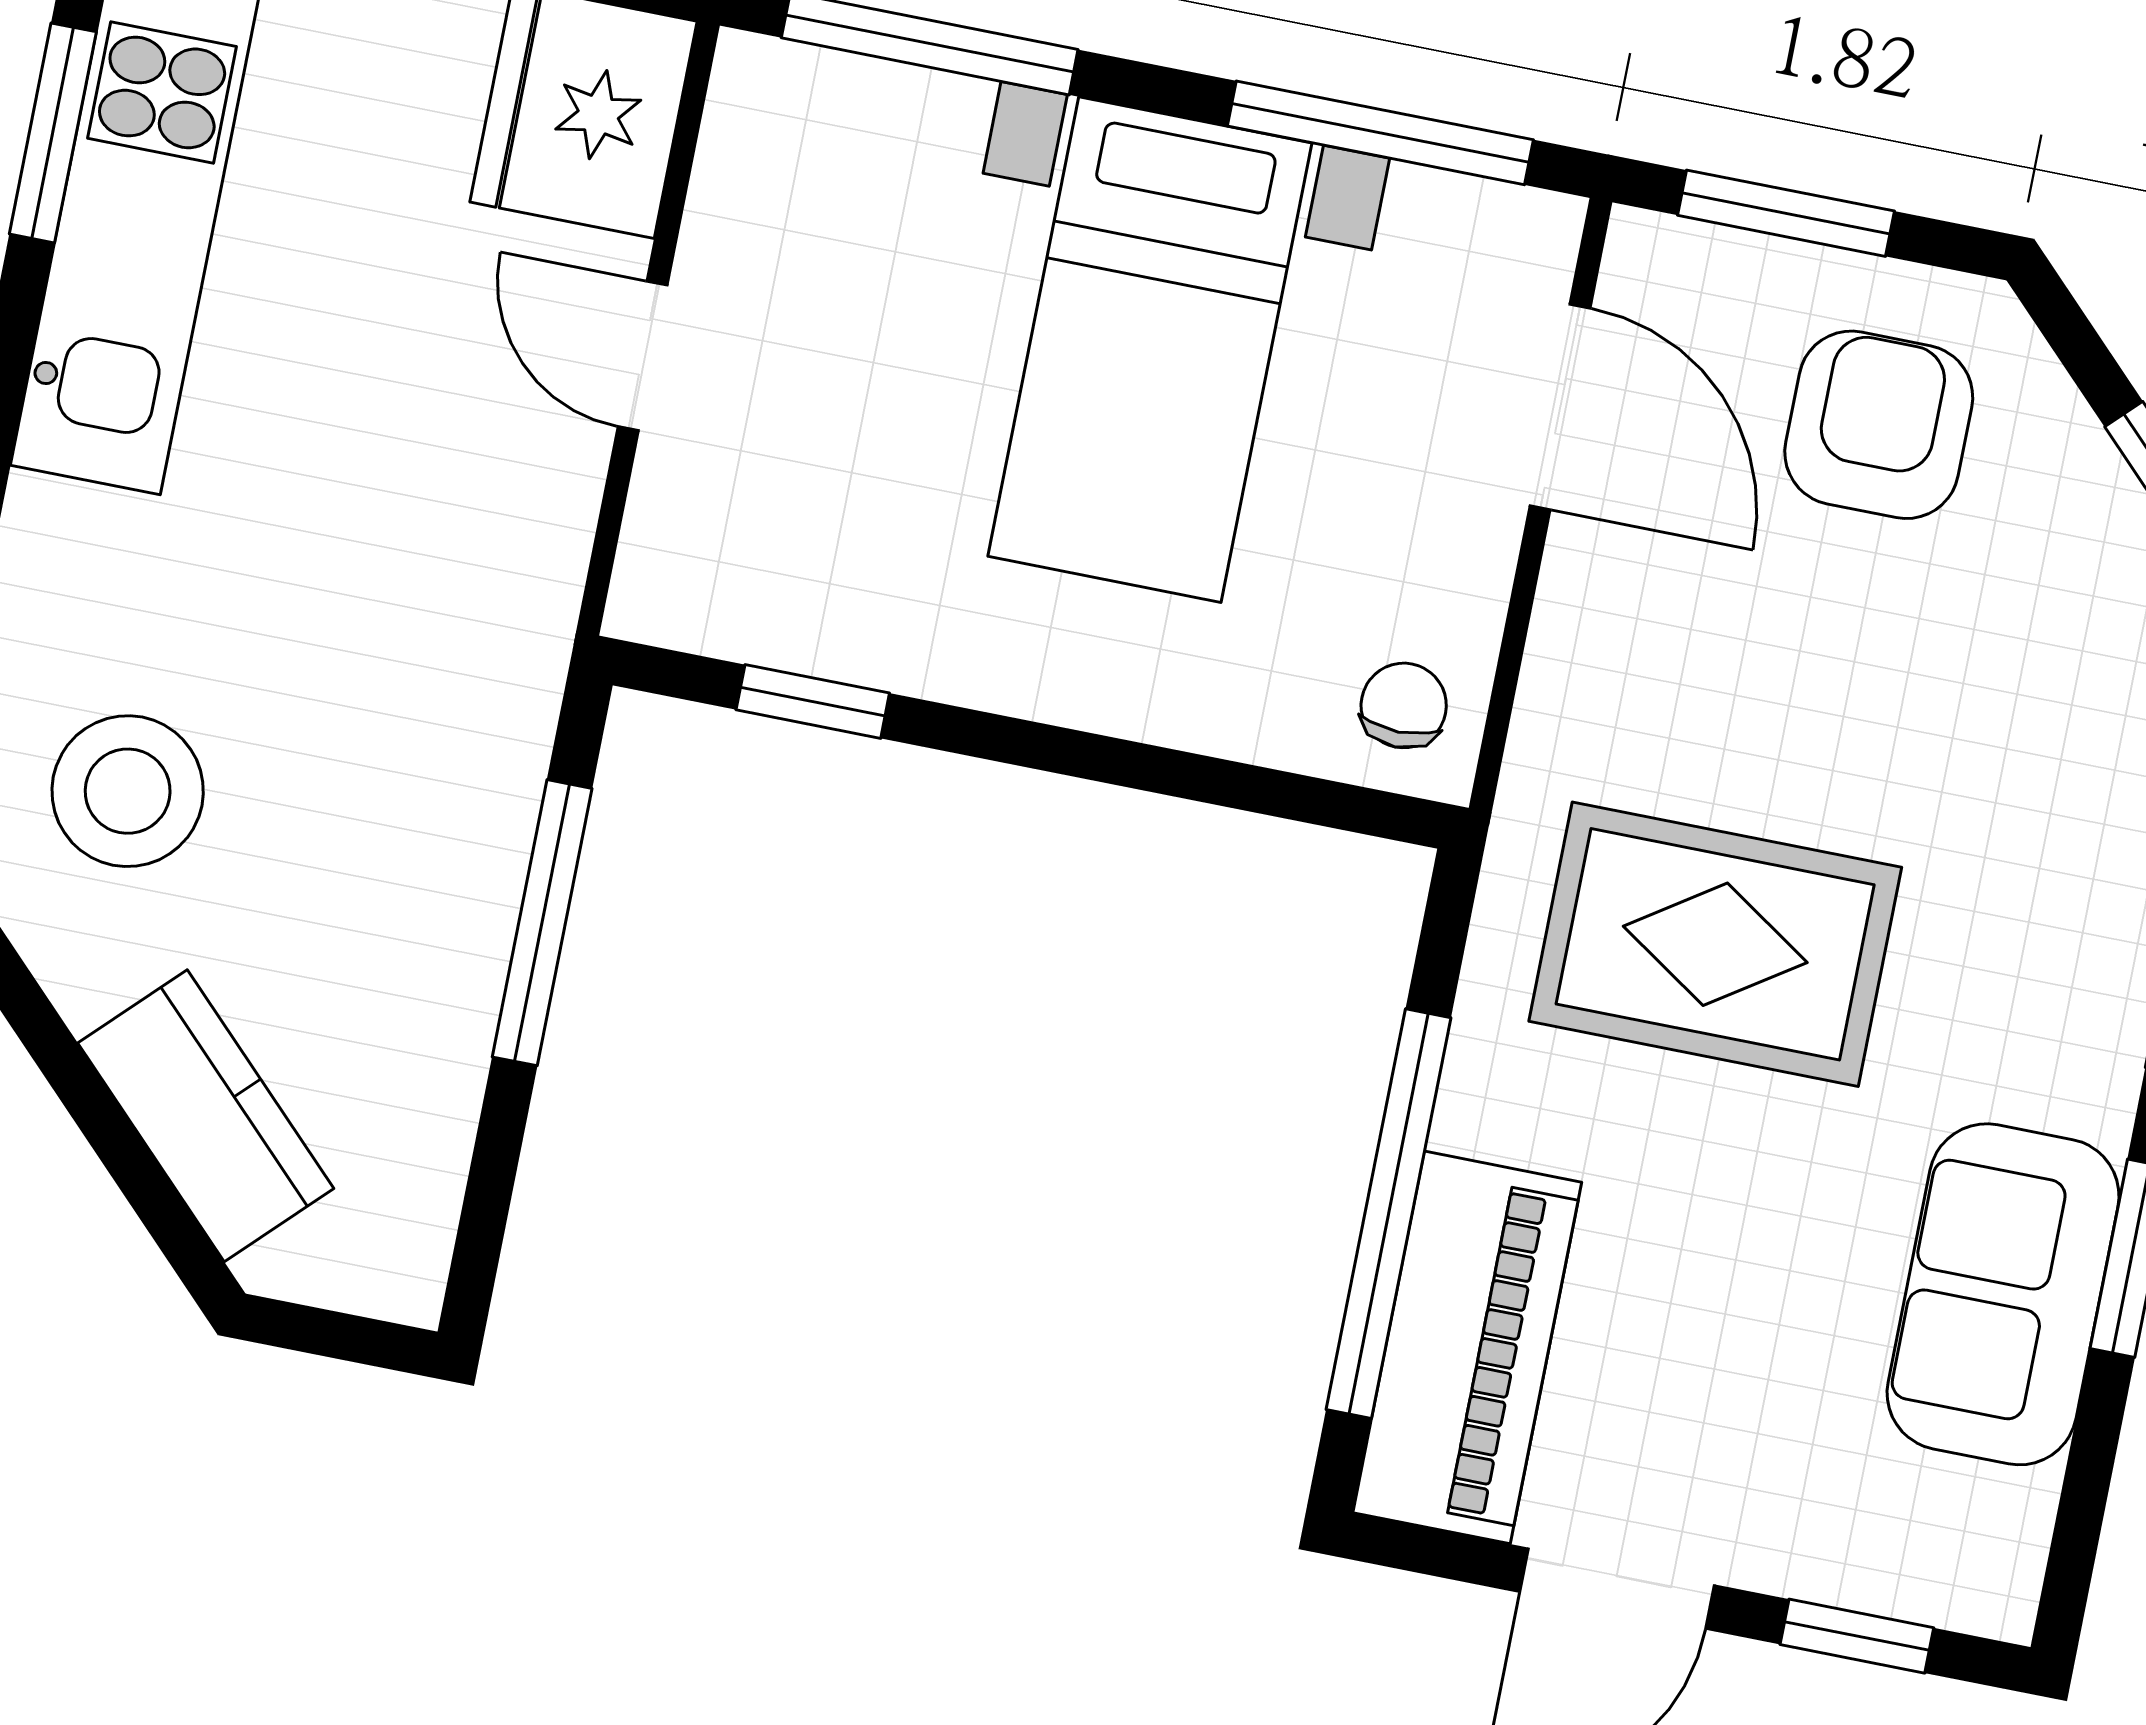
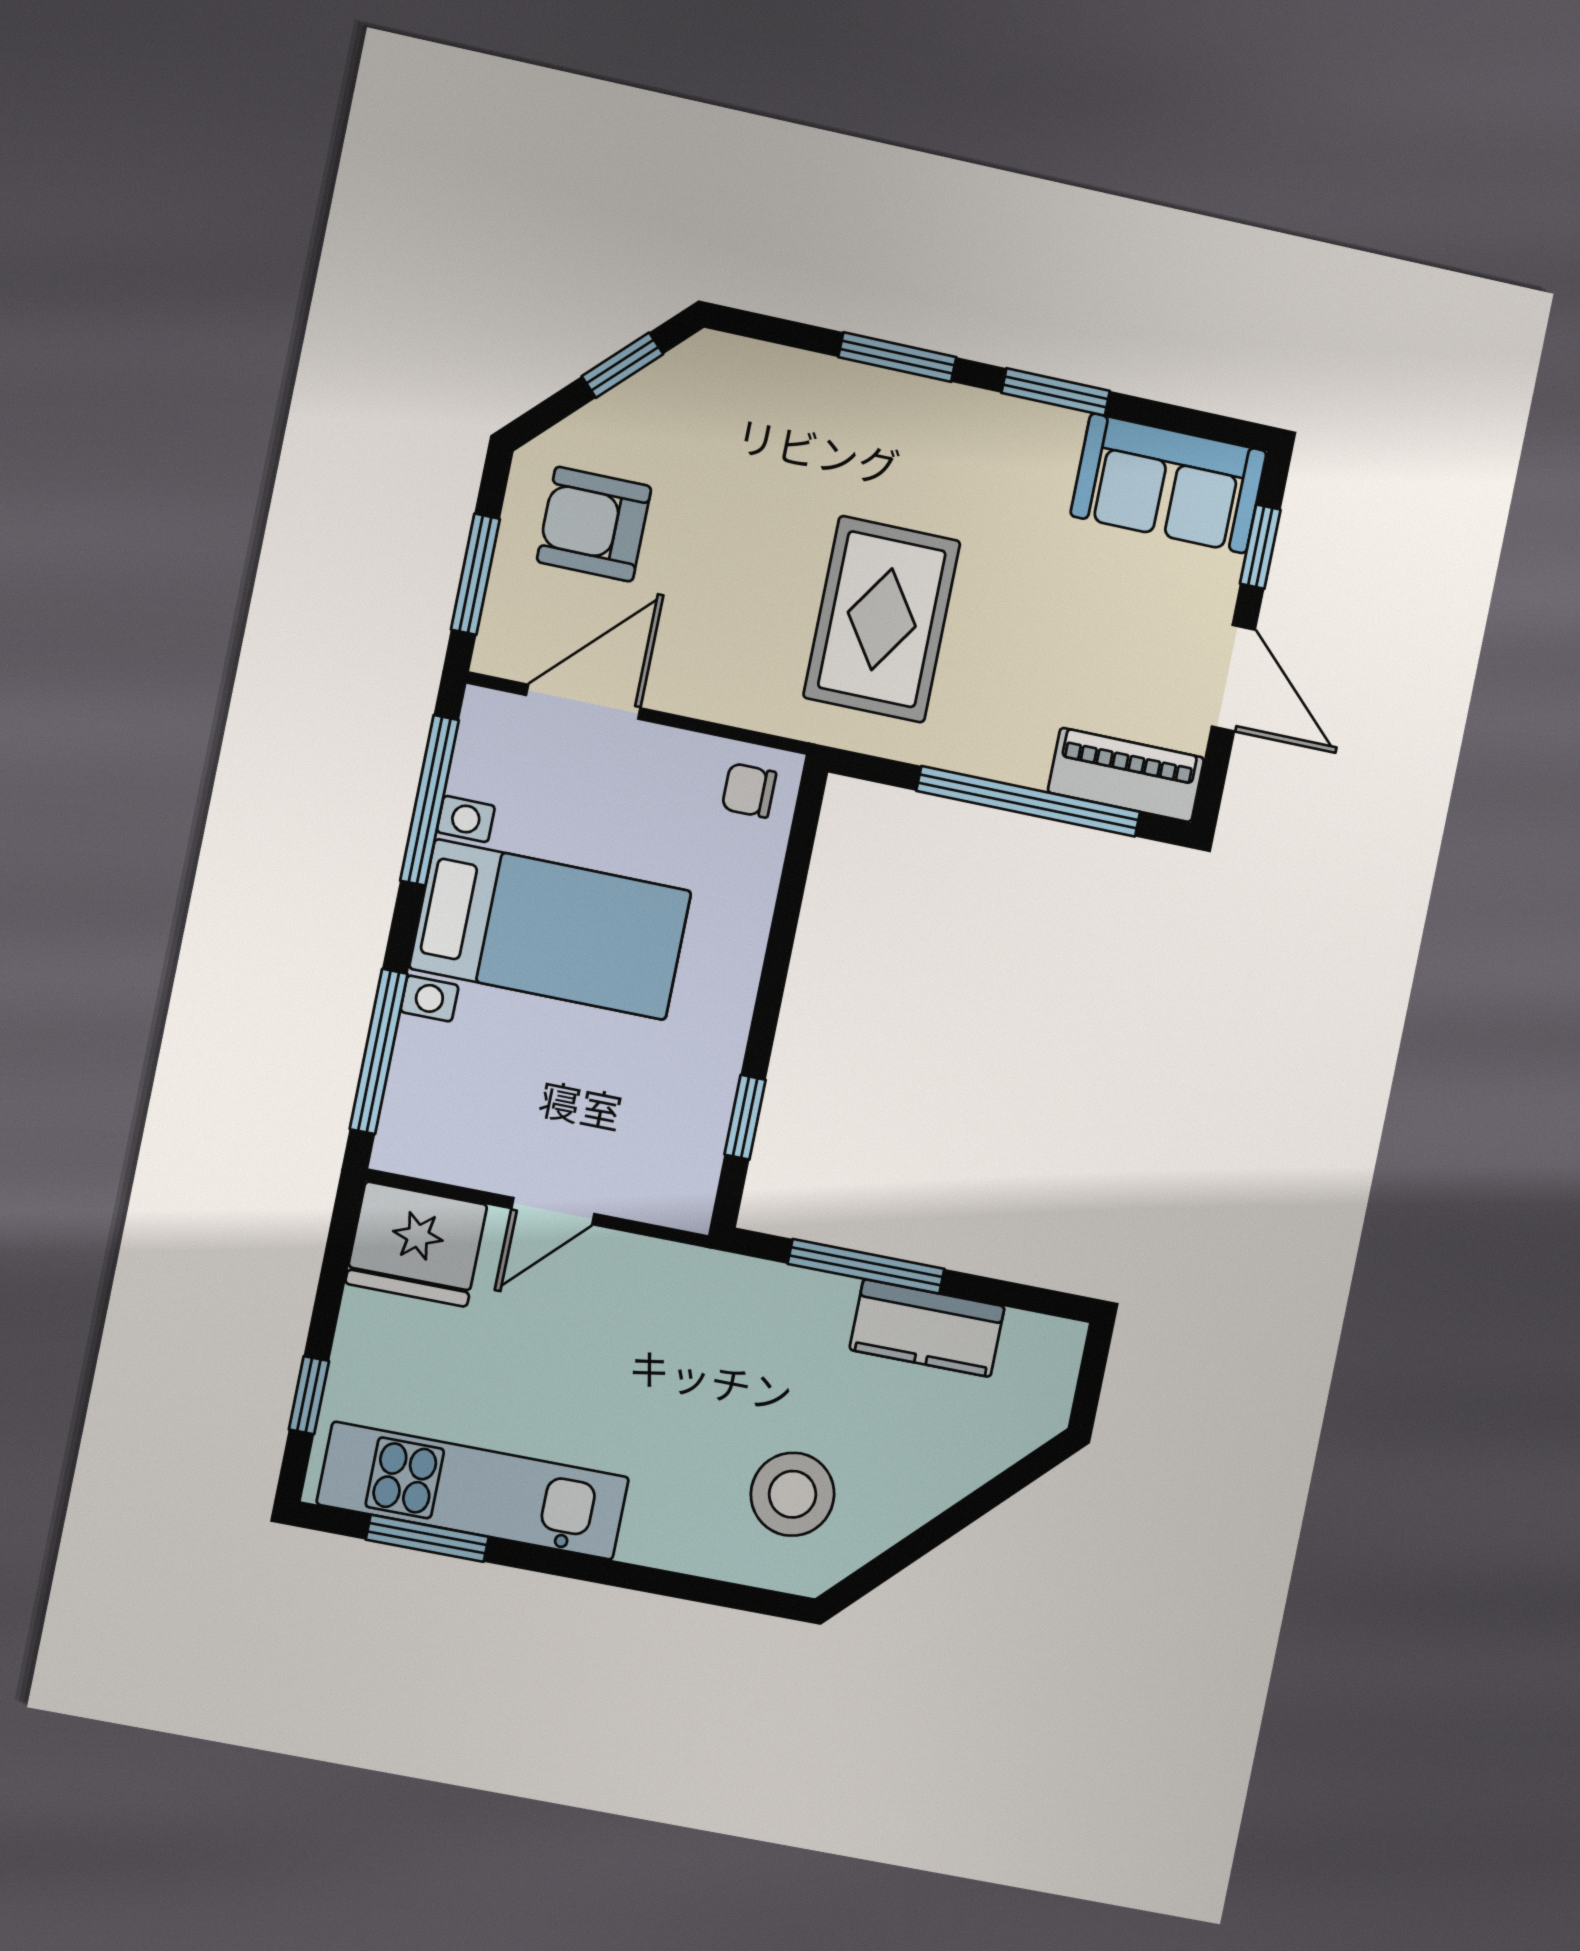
kitchen counter: (206, 1116) -> (927, 1328), moved, turned -135
sofa: (2003, 1294) -> (1169, 483), moved
piano: (1467, 1347) -> (1126, 775), width x0.73, depth x0.75

